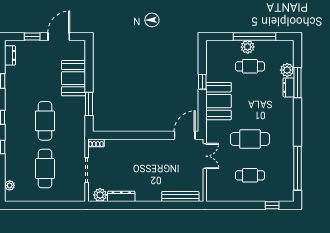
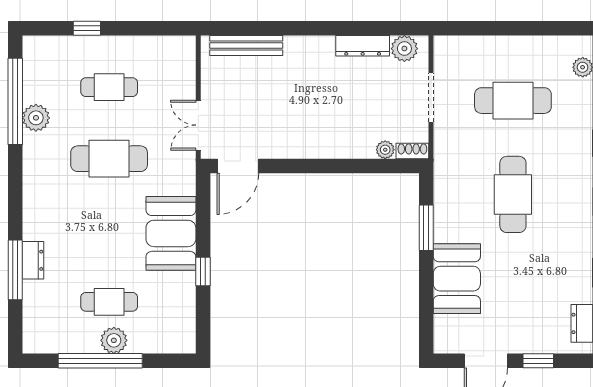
plant: (287, 70) -> (36, 118), moved
plant: (110, 144) -> (385, 150), added
cafe table: (45, 169) -> (513, 101), turned 90
window: (272, 205) -> (87, 28), moved

